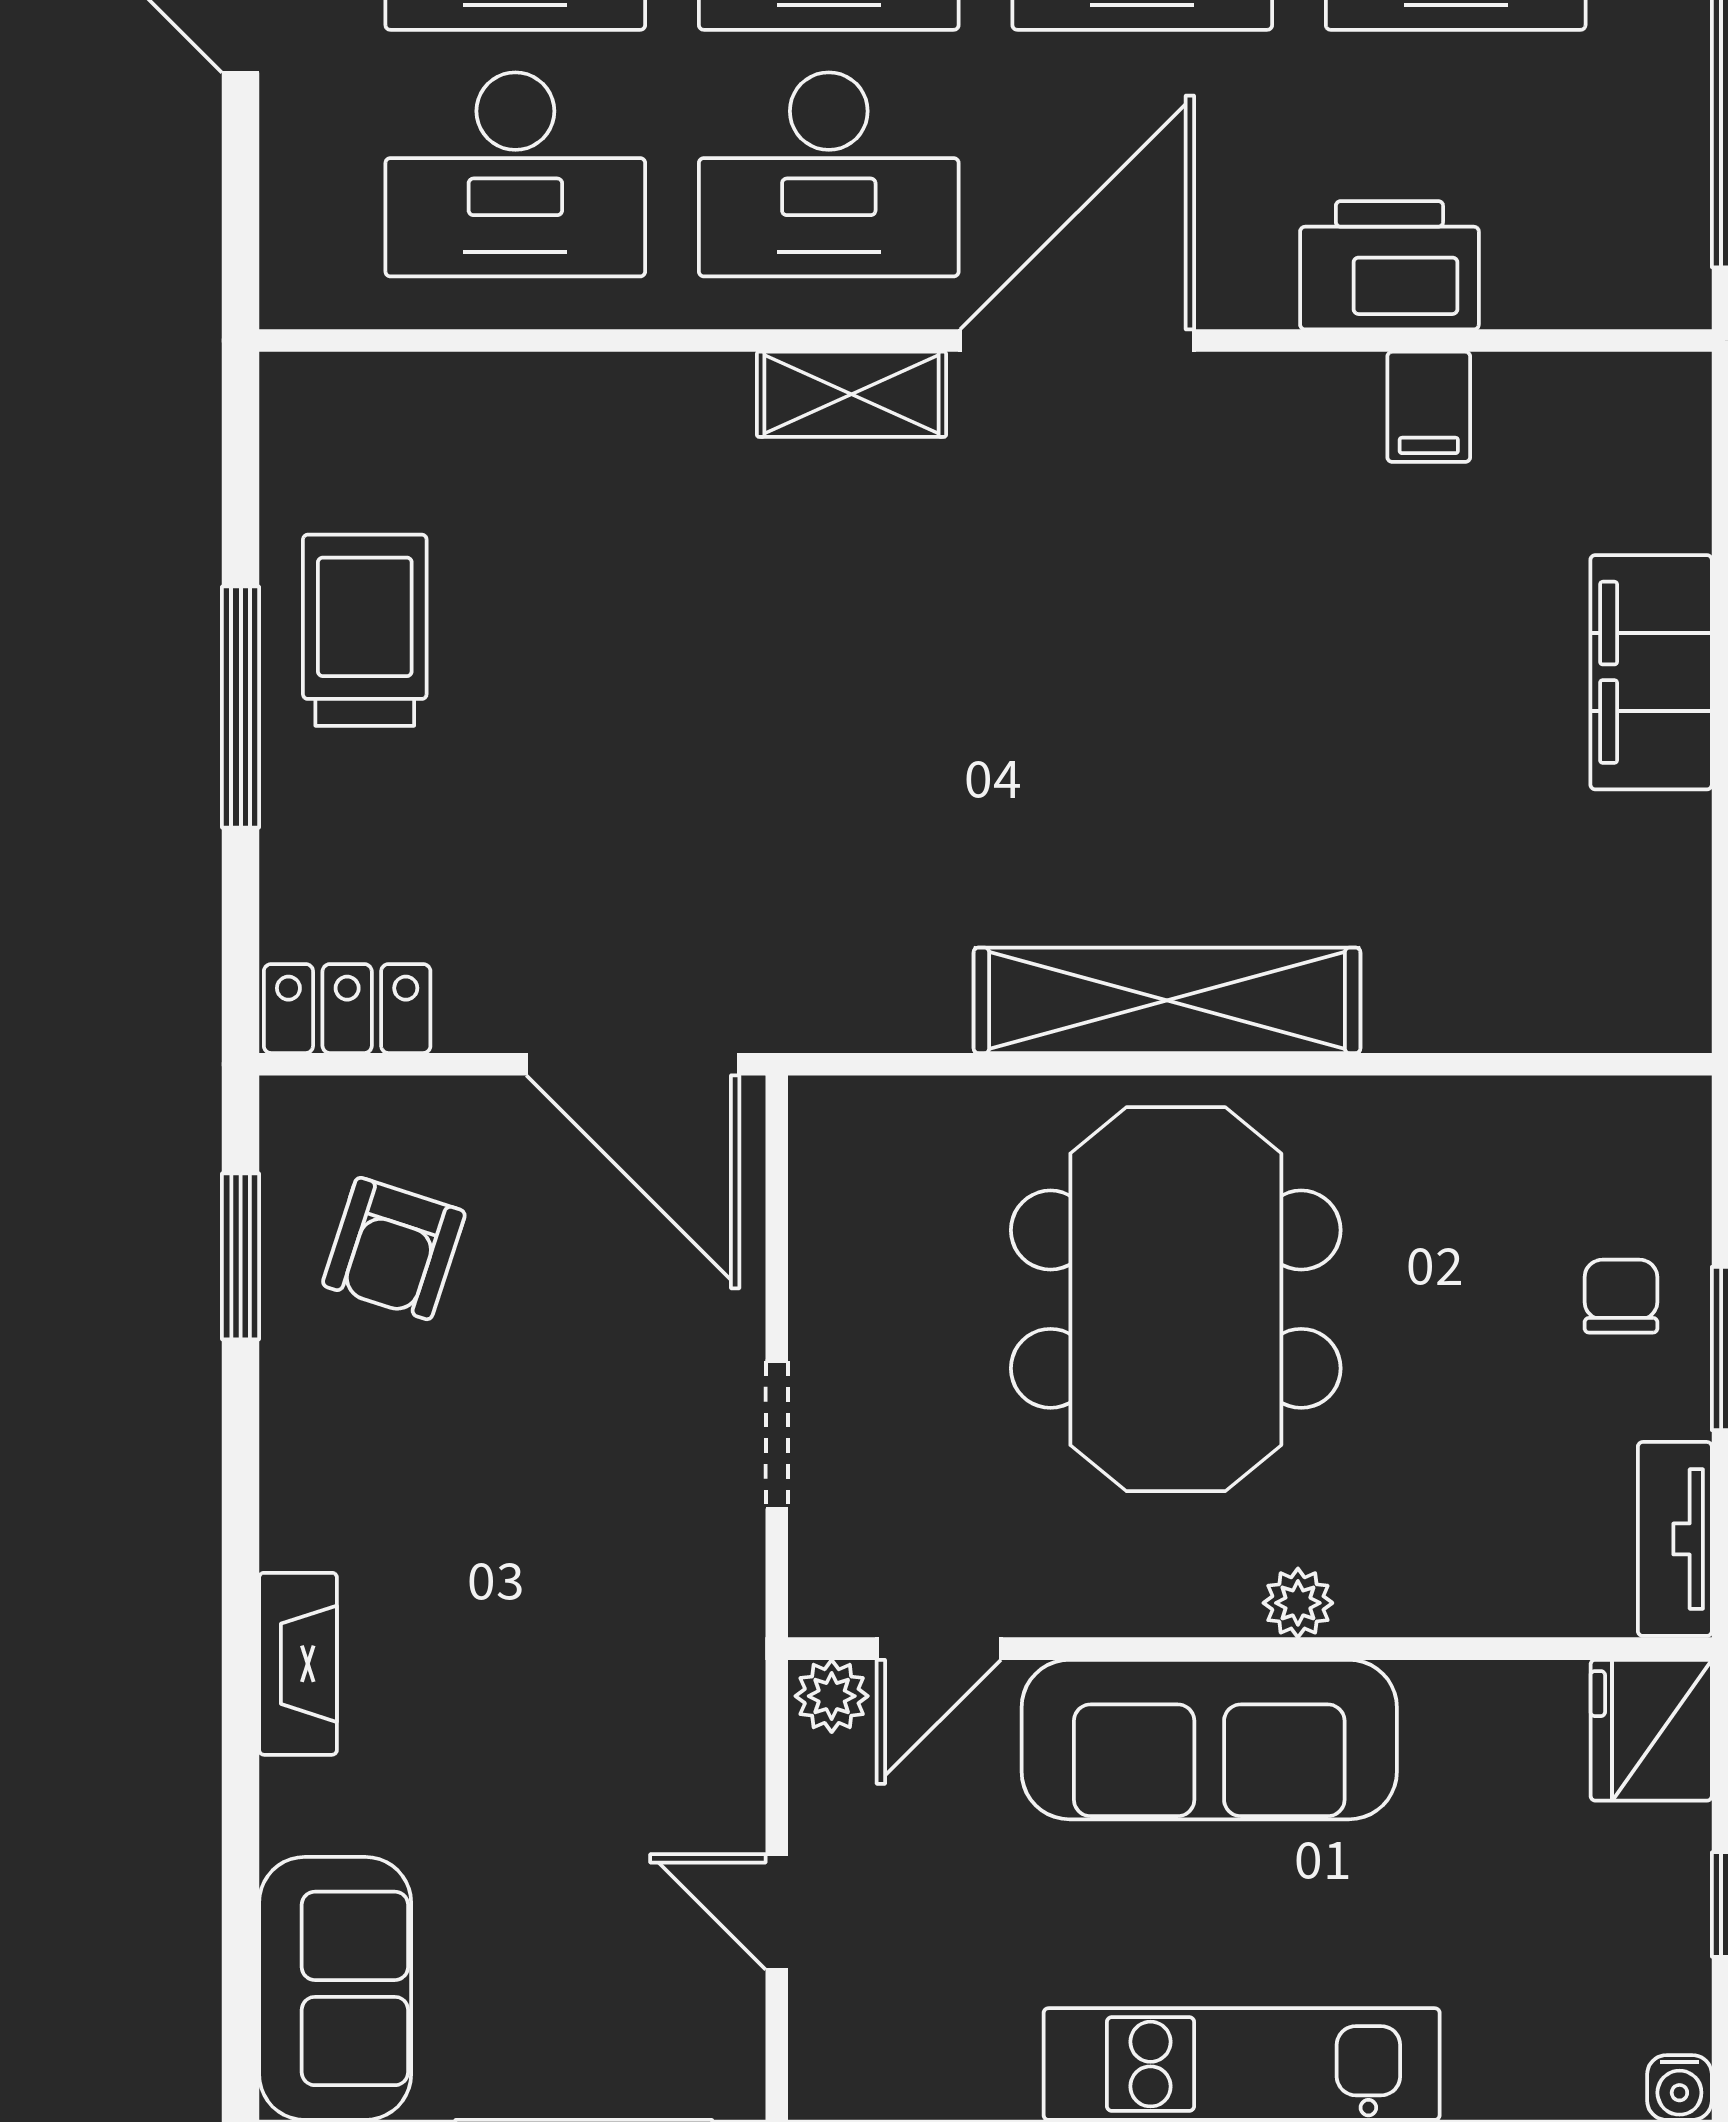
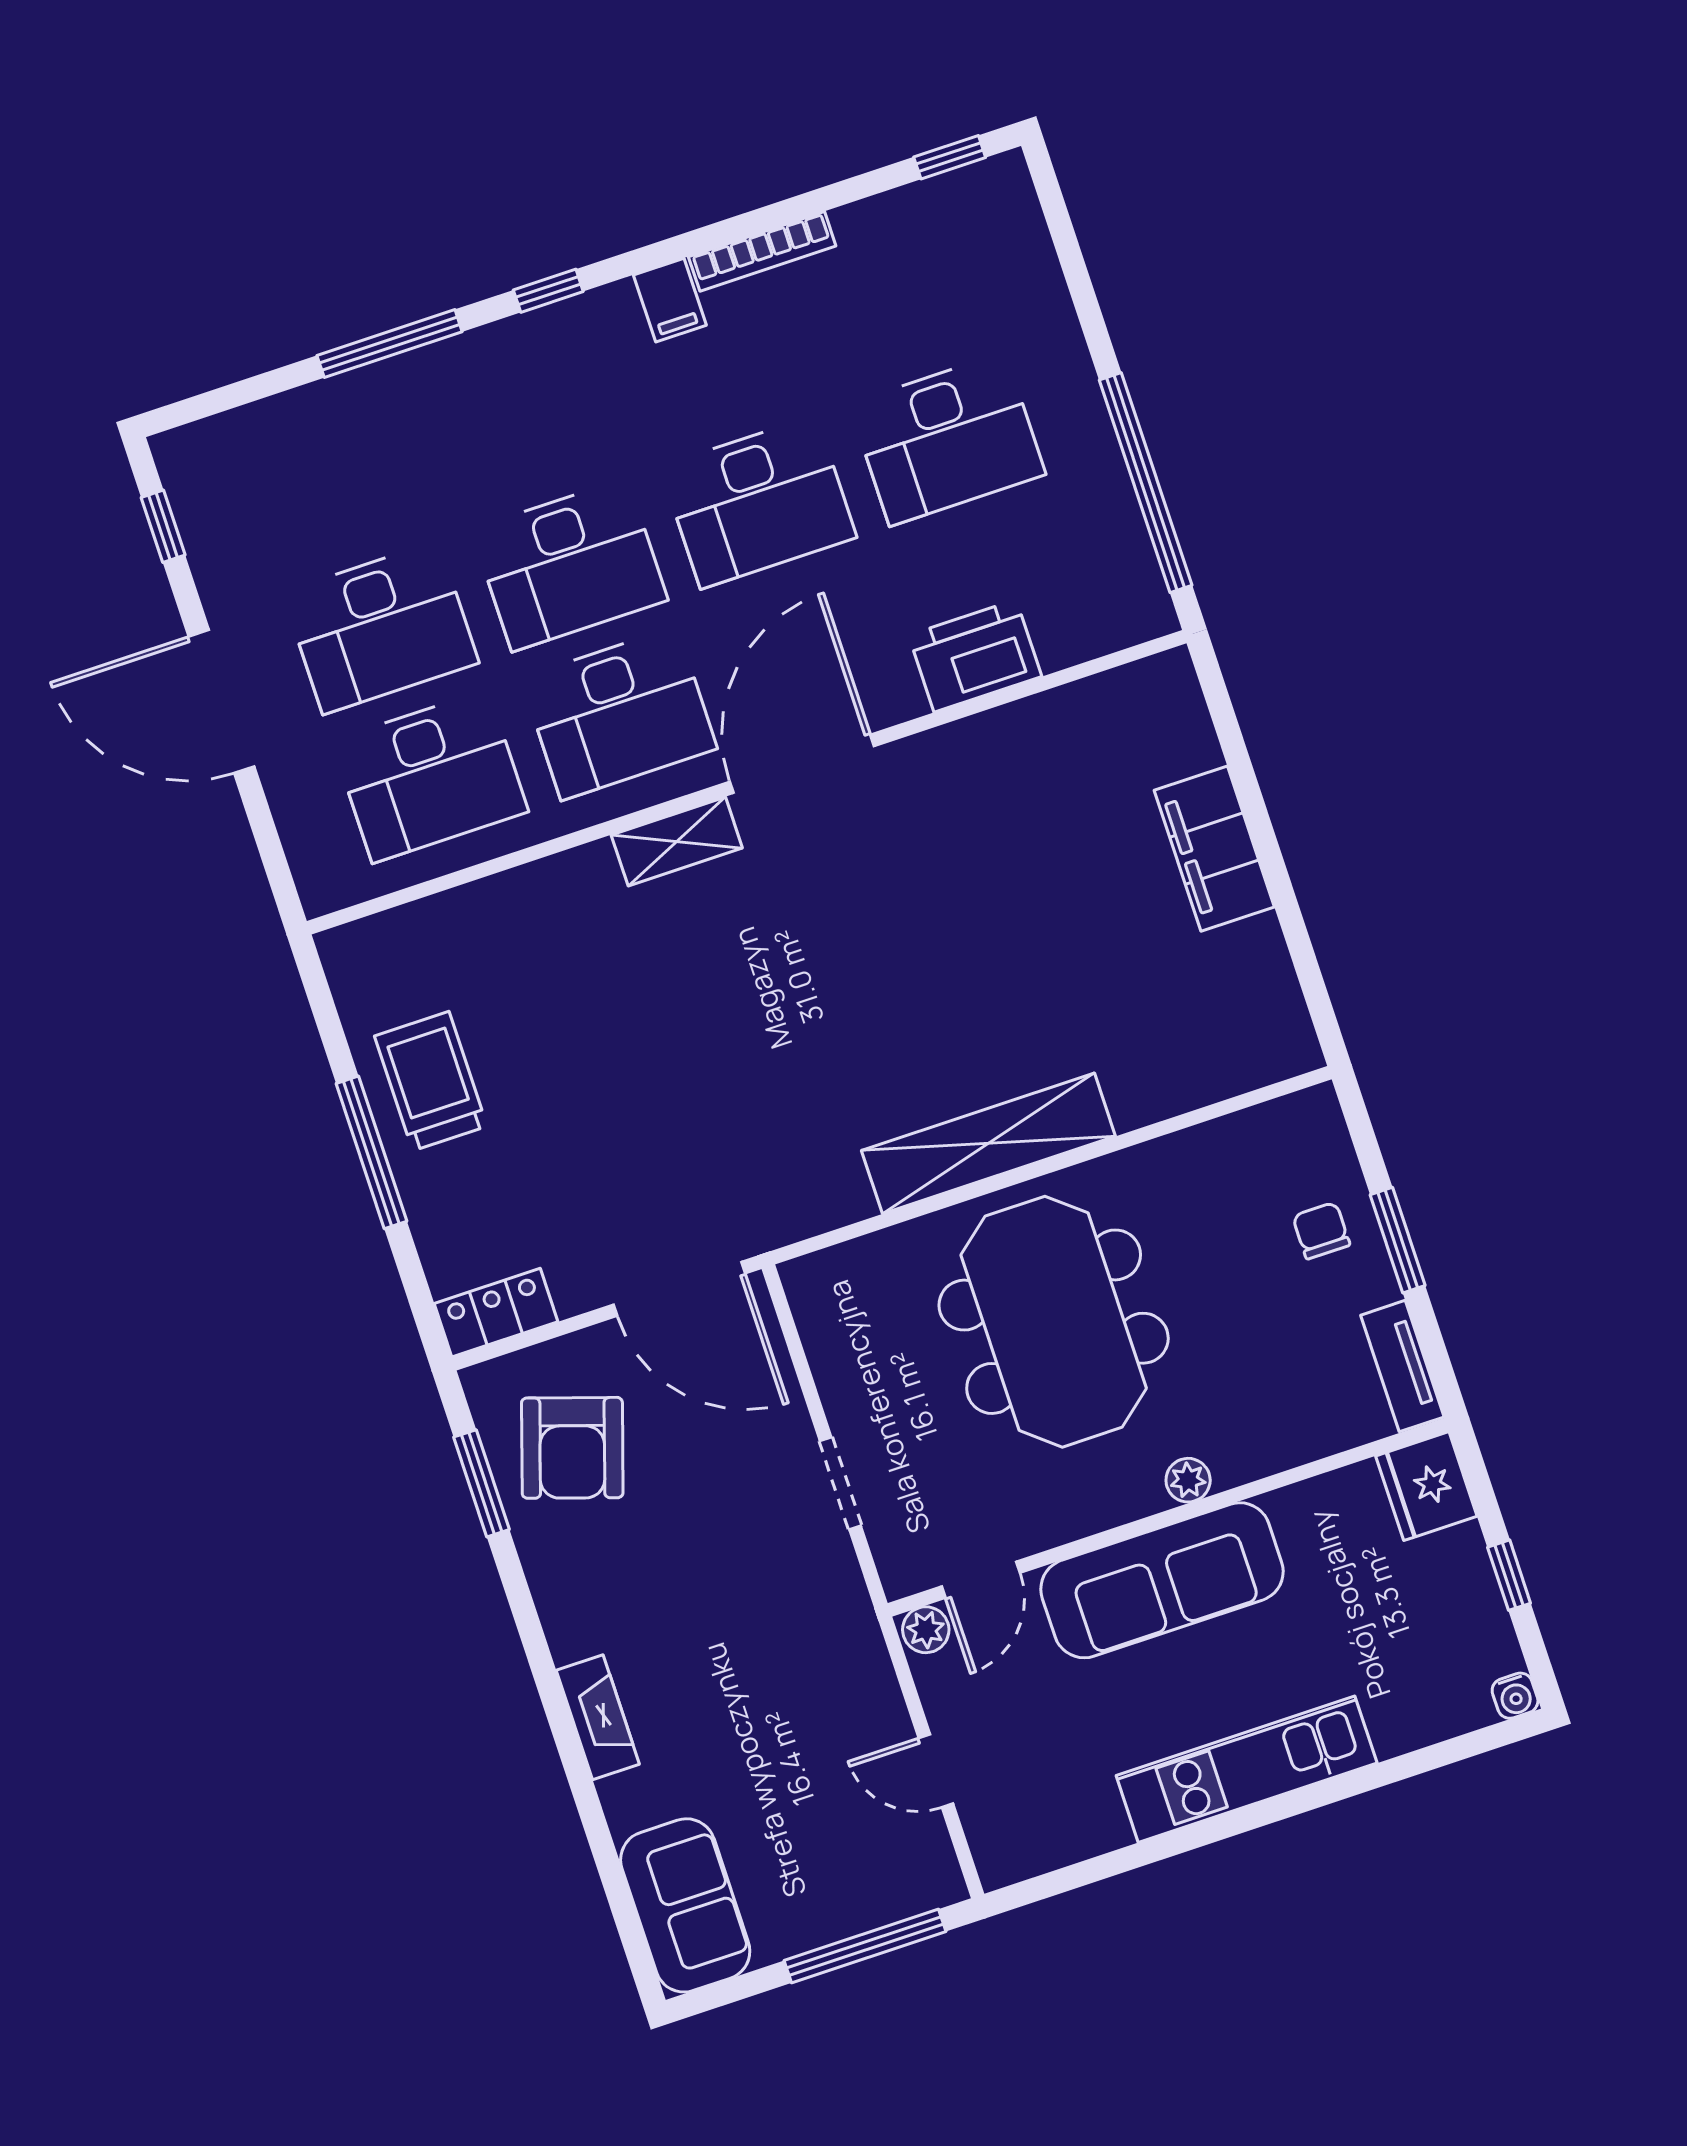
filing cabinet: (1429, 407) -> (1027, 733), removed
armchair: (394, 1249) -> (572, 1448), width x1.38, depth x1.38

